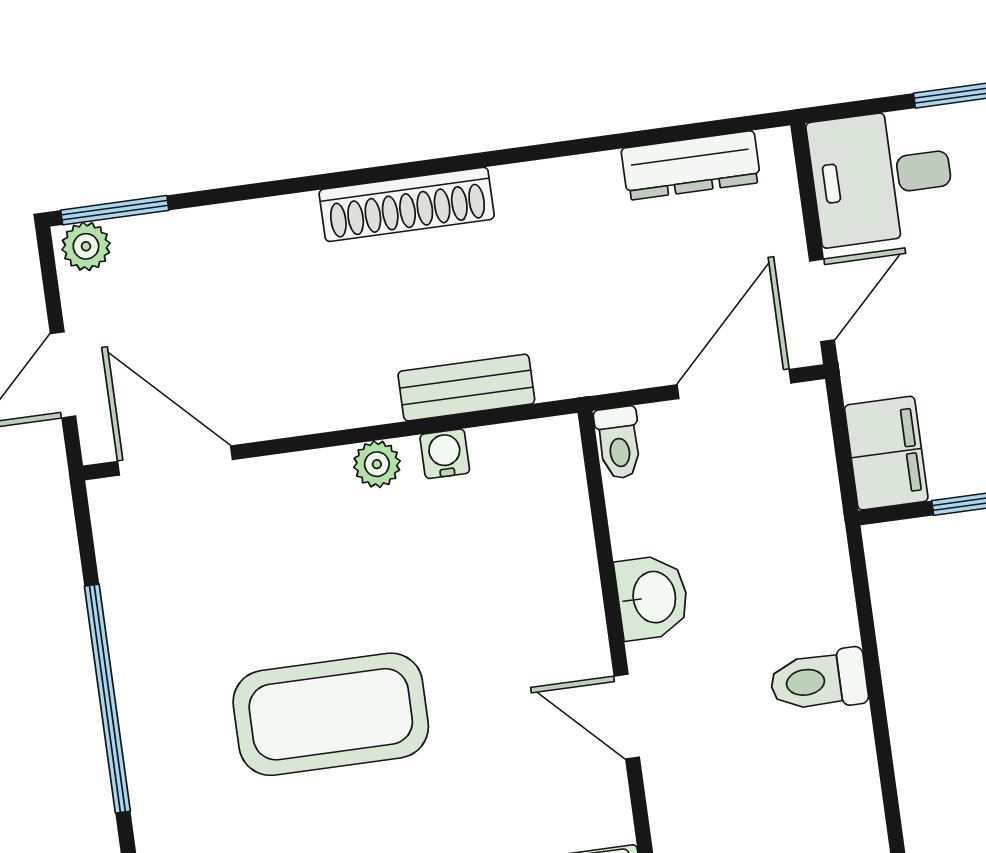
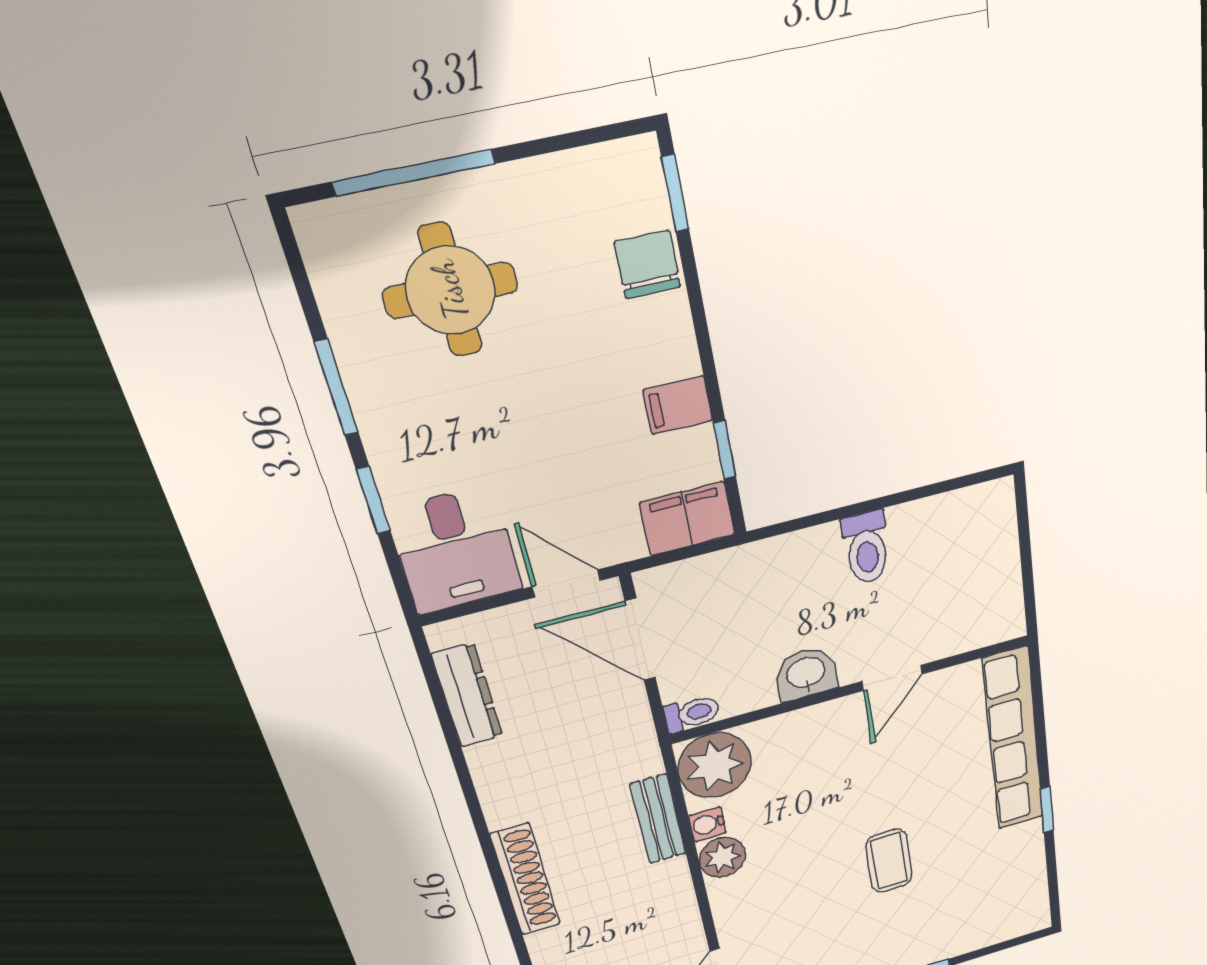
plant: (377, 464) -> (722, 857), width x1.38, depth x1.38
plant: (535, 469) -> (715, 765), added
coffee table: (331, 714) -> (889, 861), width x0.54, depth x0.58

